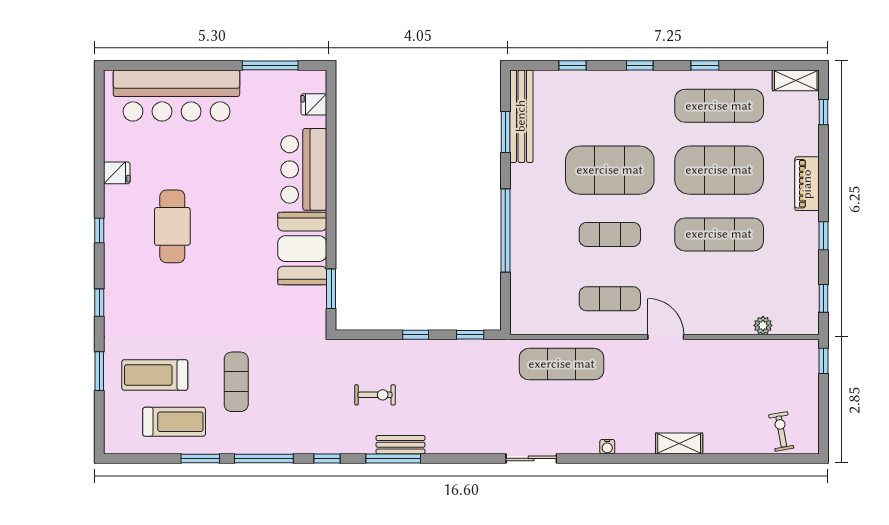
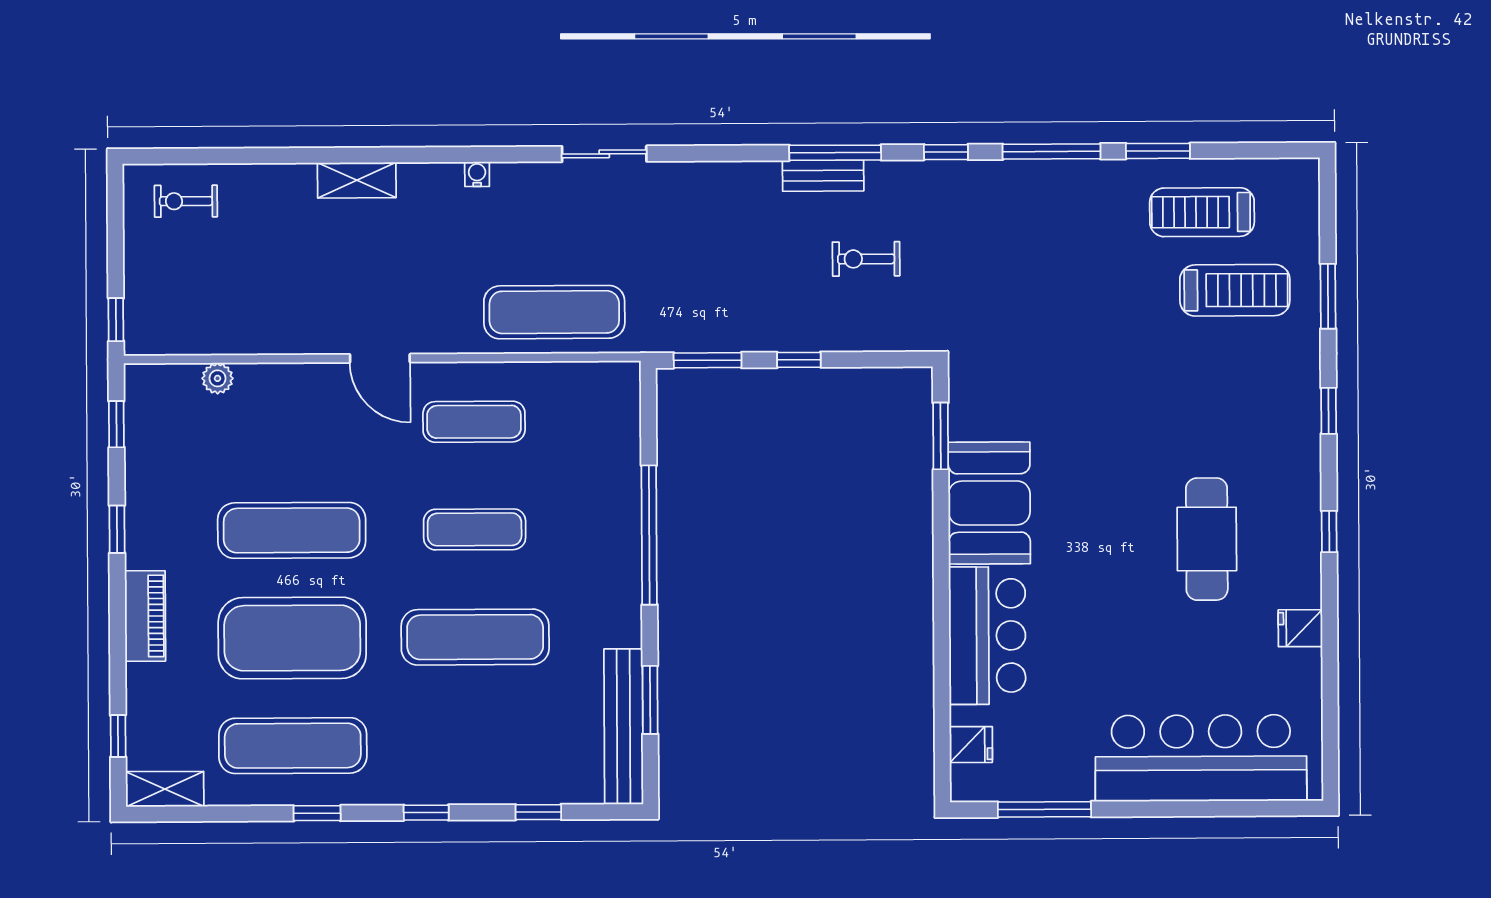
exercise mat: (610, 170) -> (475, 637), width x0.68
window: (470, 335) -> (708, 360), width x1.50
exercise mat: (236, 382) -> (1099, 280), removed
exercise bike: (781, 431) -> (186, 201), turned 100

